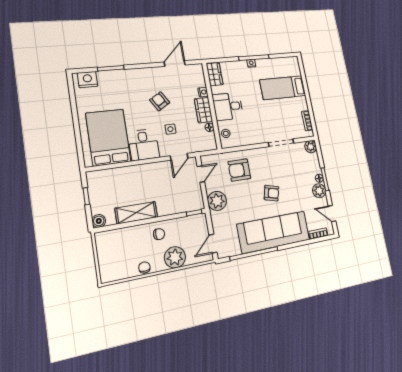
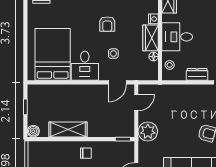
armchair: (160, 101) -> (107, 24), turned -149
dresser: (252, 139) -> (197, 74), added
armchair: (239, 170) -> (177, 104), removed

